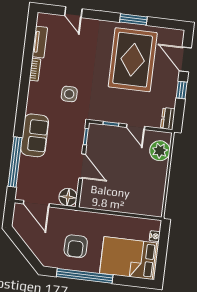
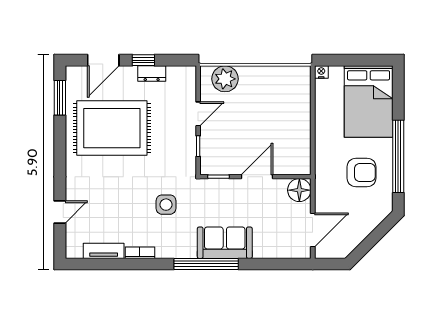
window: (133, 19) -> (60, 98), moved
dresser: (168, 119) -> (152, 73), moved
window: (15, 162) -> (206, 264), moved
nightstand: (155, 236) -> (321, 72), moved

